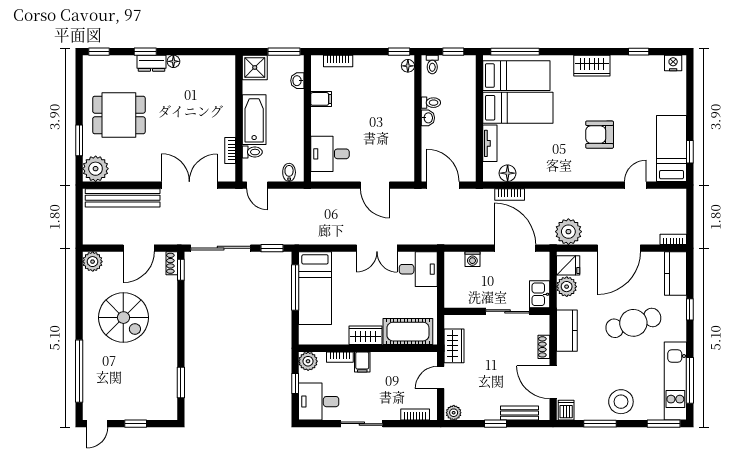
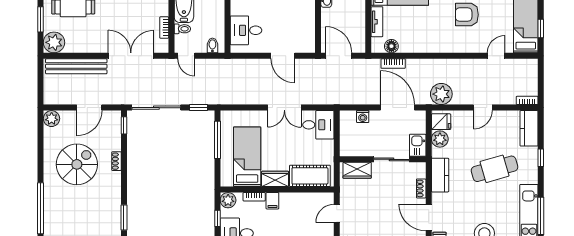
door: (619, 248) -> (483, 108), width x0.53
shoe rack: (172, 263) -> (116, 161), moved
bed: (315, 288) -> (247, 157), moved, turned 180
spiral stairs: (123, 318) -> (77, 164), turned -90
wardrobe: (454, 346) -> (357, 170), moved, turned 90

